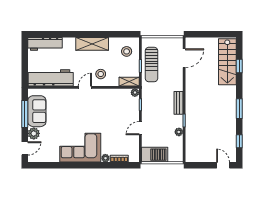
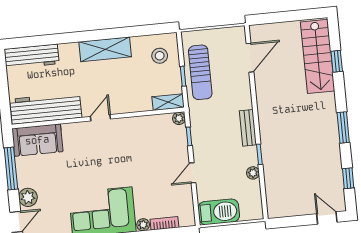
stool: (101, 74) -> (123, 95), removed
sofa: (37, 111) -> (37, 140), moved, turned 90

